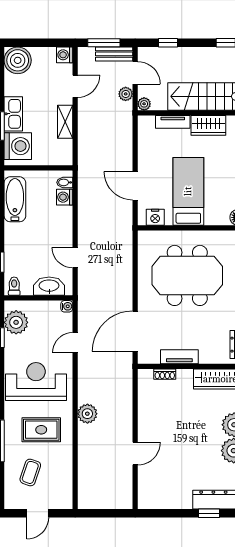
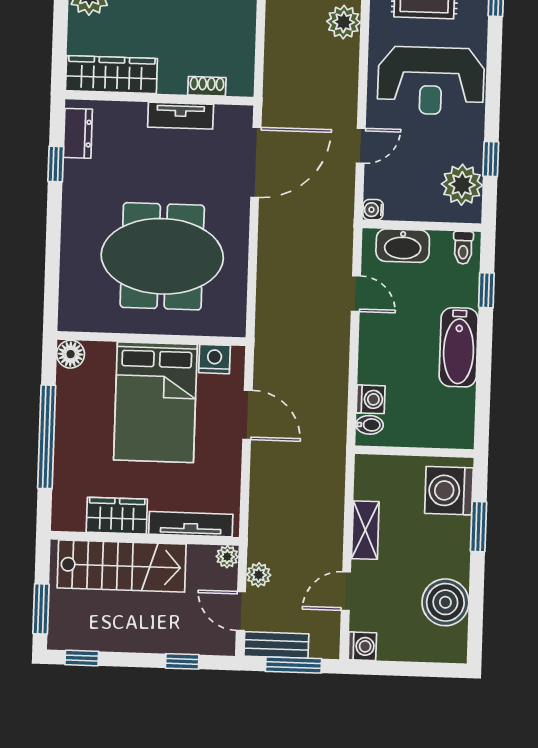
boiler: (18, 60) -> (445, 602), moved
kitchen sink: (13, 114) -> (455, 547), removed
tv unit: (173, 122) -> (191, 524), width x1.41
bed: (188, 191) -> (155, 402), width x1.50
bathtub: (15, 199) -> (459, 347), moved

